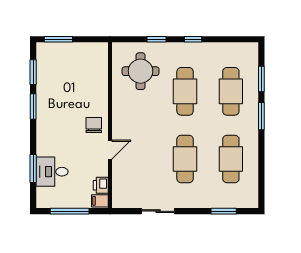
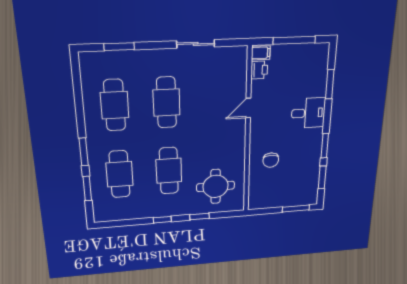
chair: (94, 125) -> (271, 160), moved
desk: (52, 172) -> (308, 113), moved

